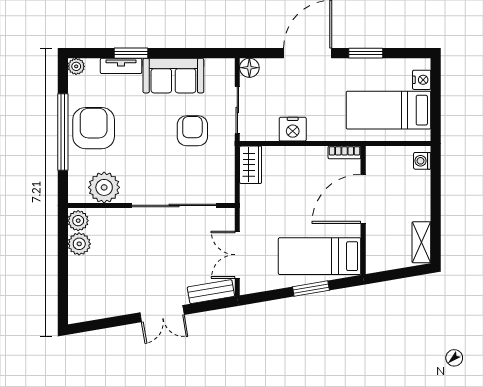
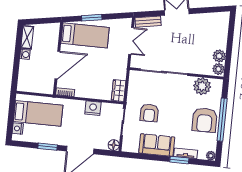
washing machine: (422, 161) -> (25, 54), moved

